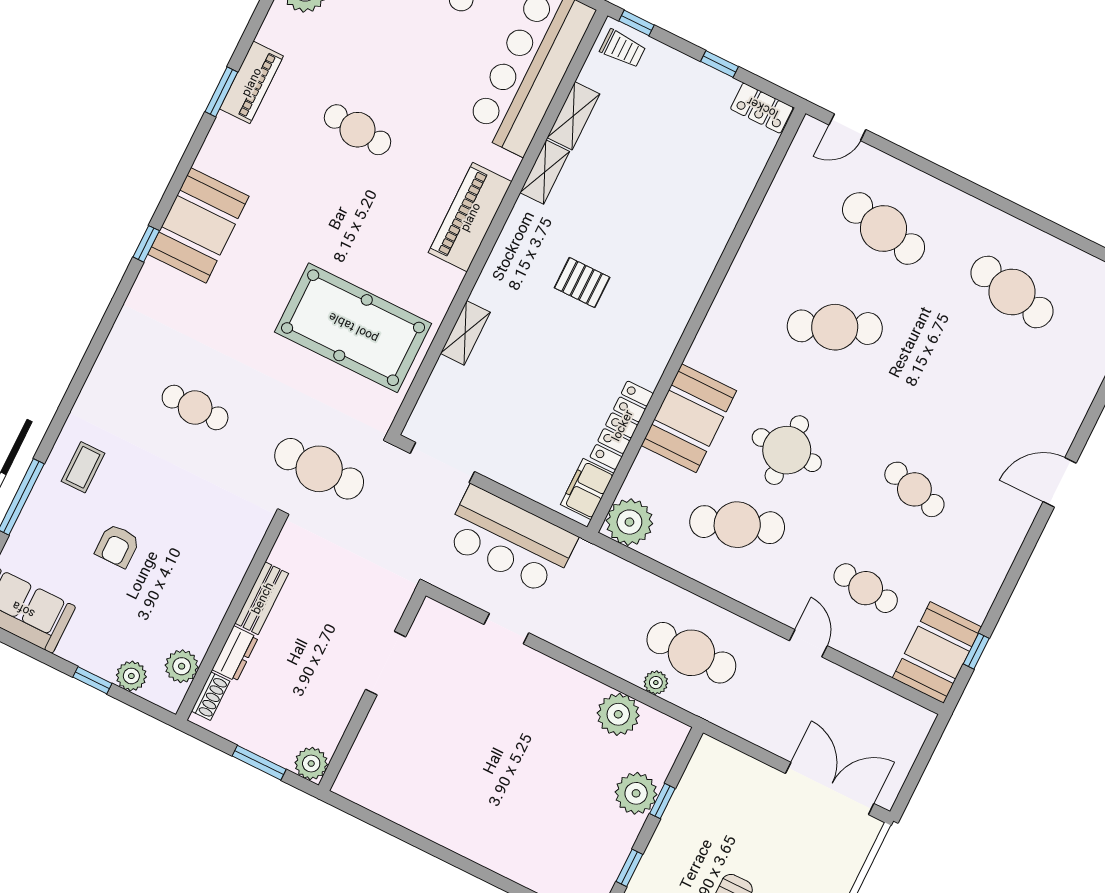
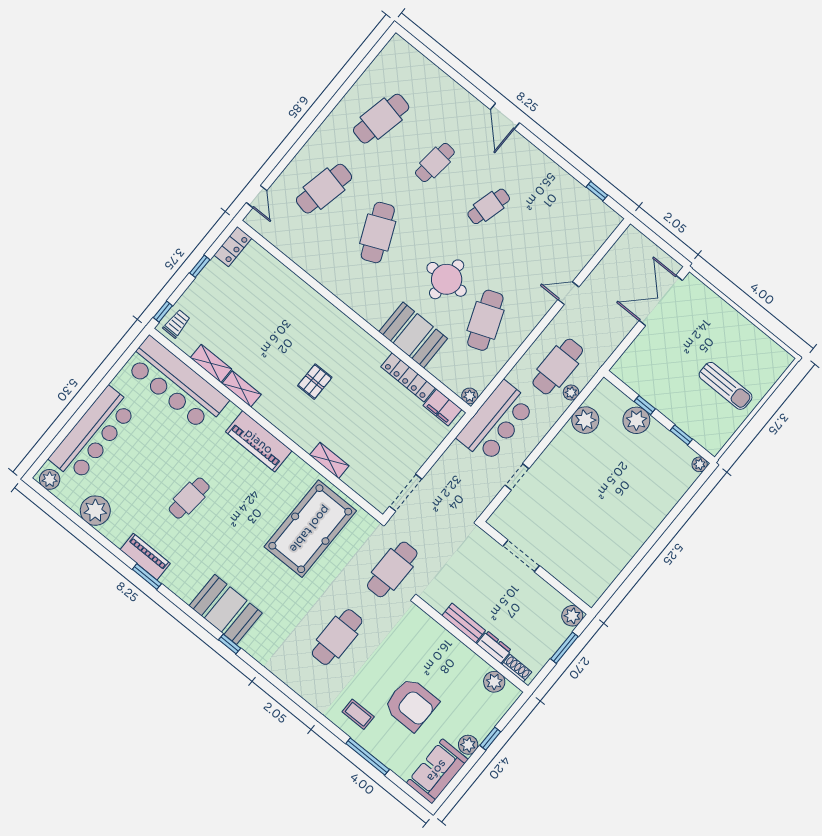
cafe table: (195, 407) -> (337, 637), width x1.37, depth x1.35
plant: (629, 522) -> (470, 396), width x0.53, depth x0.53
bar counter: (510, 540) -> (496, 422), moved
armchair: (117, 546) -> (411, 704), width x1.88, depth x1.88
cafe table: (866, 588) -> (435, 162), moved
booth: (937, 652) -> (592, 215), removed
plant: (131, 676) -> (468, 745), moved

